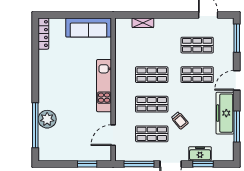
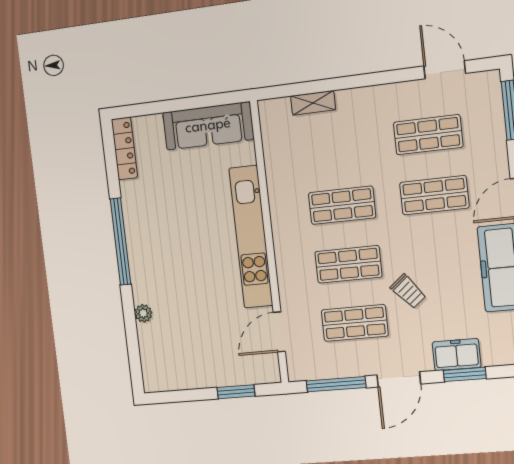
kitchen unit: (104, 86) -> (251, 237), width x1.36
plant: (47, 119) -> (143, 313), width x0.53, depth x0.53
window: (35, 125) -> (120, 241), moved

